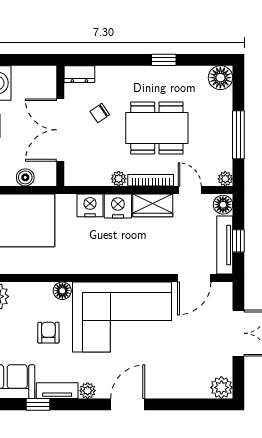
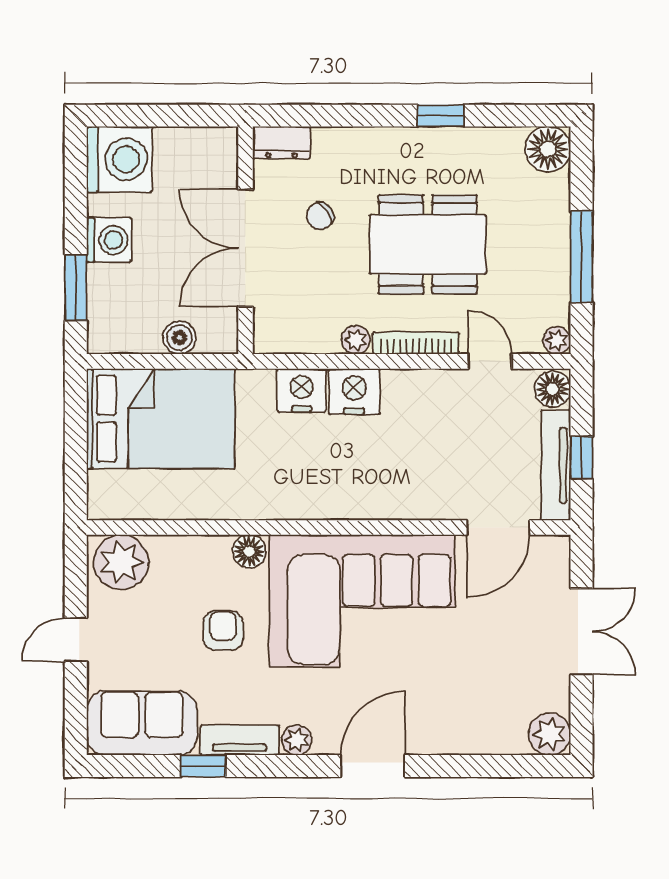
wardrobe: (153, 205) -> (420, 390), removed

